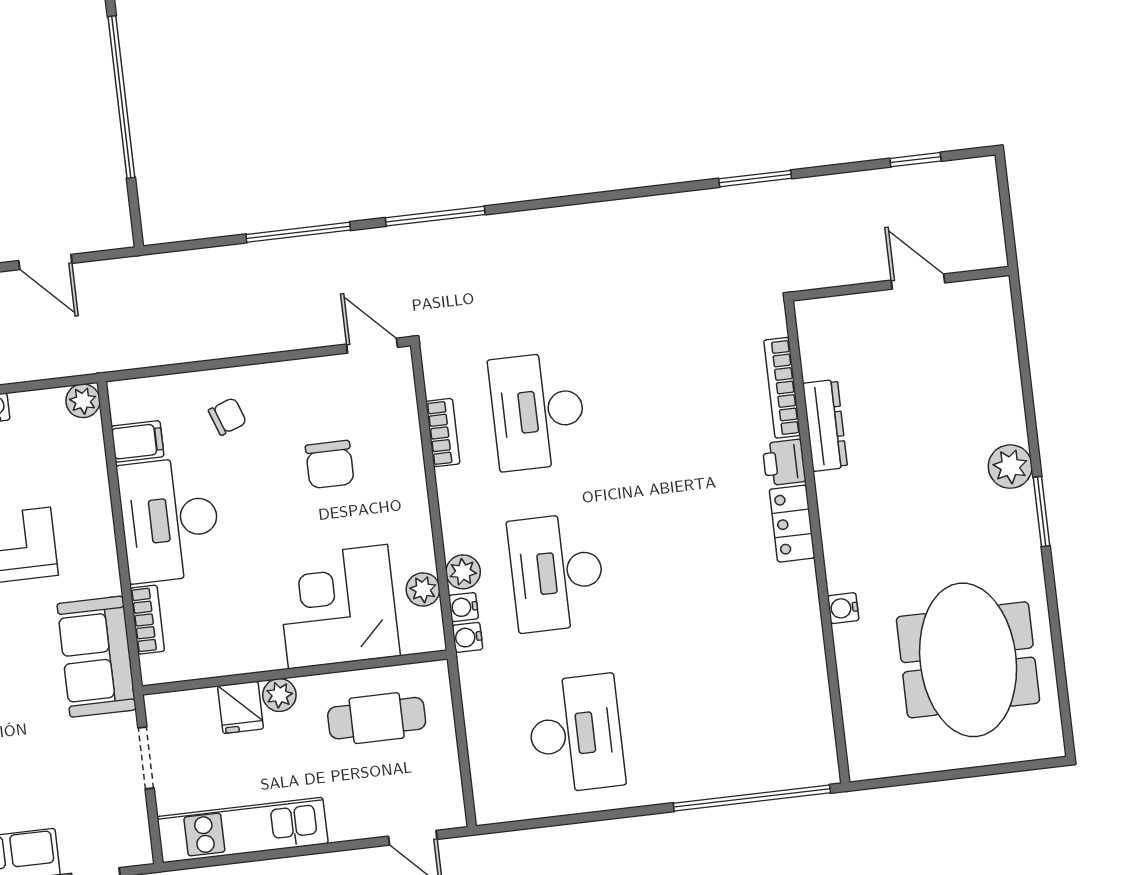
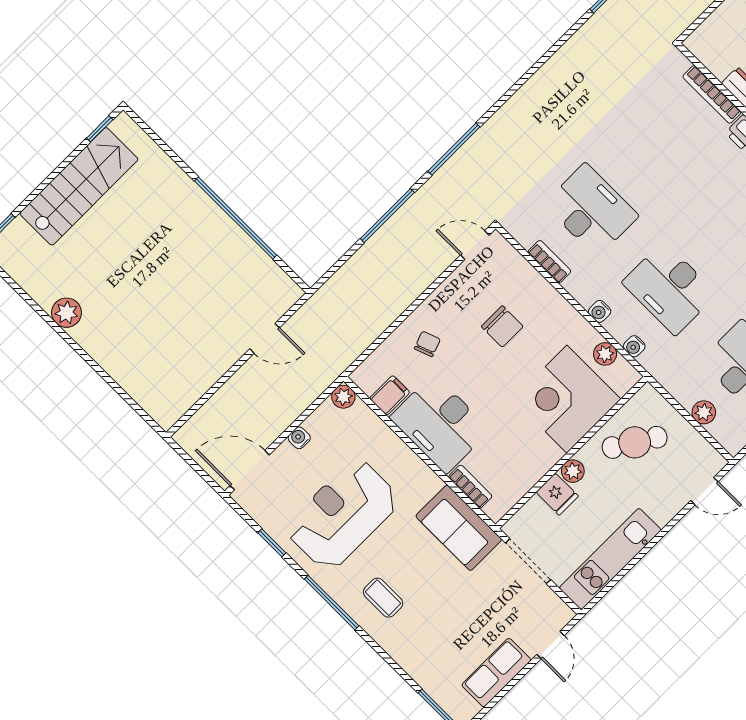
desk: (538, 411) -> (591, 210), turned 180
plant: (463, 572) -> (704, 412), moved
water cooler: (467, 637) -> (600, 311), moved
cafe table: (377, 718) -> (635, 442), turned 32
doorway: (146, 758) -> (528, 561), width x1.38

